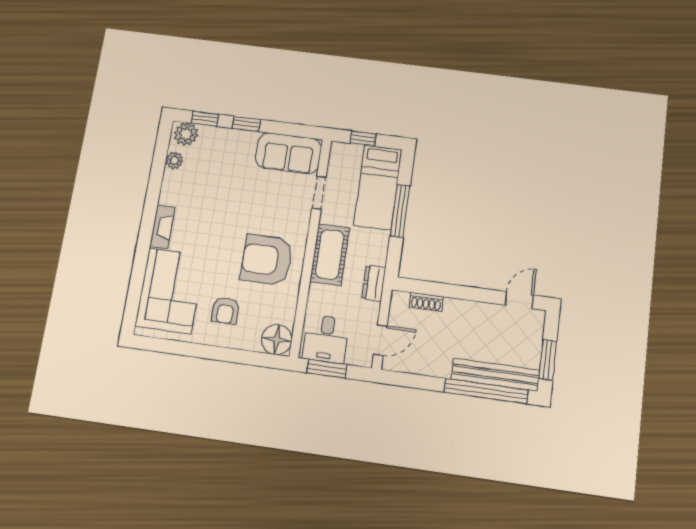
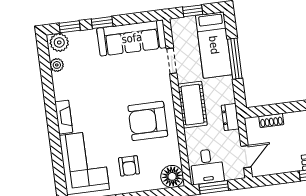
sofa: (288, 153) -> (132, 38), width x1.36

